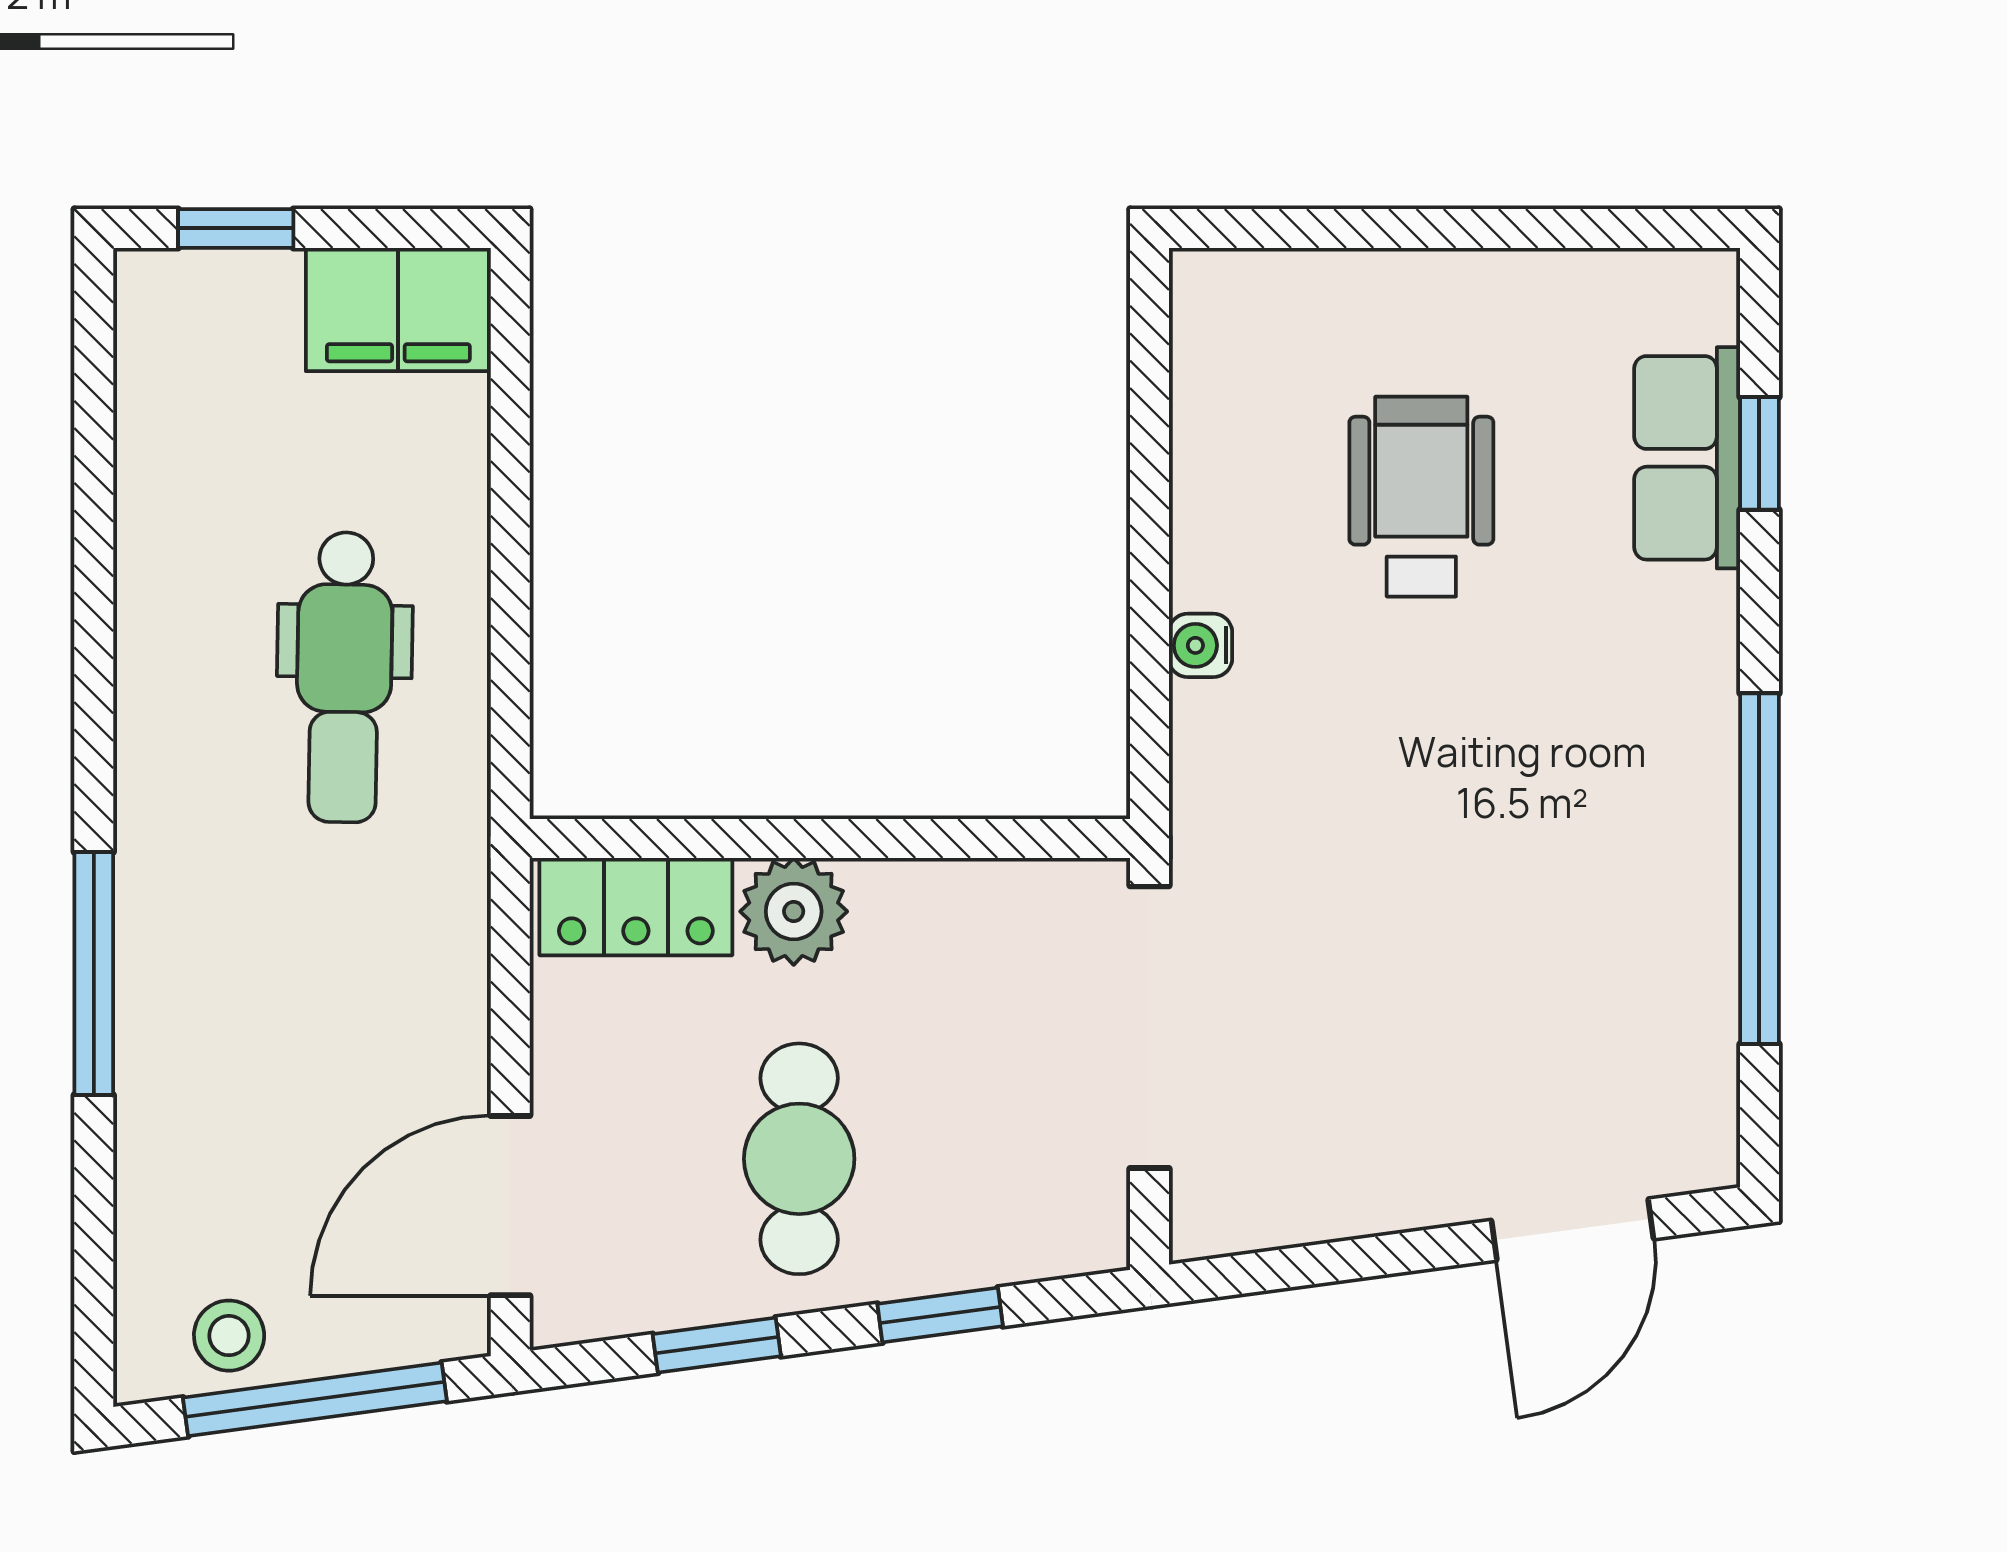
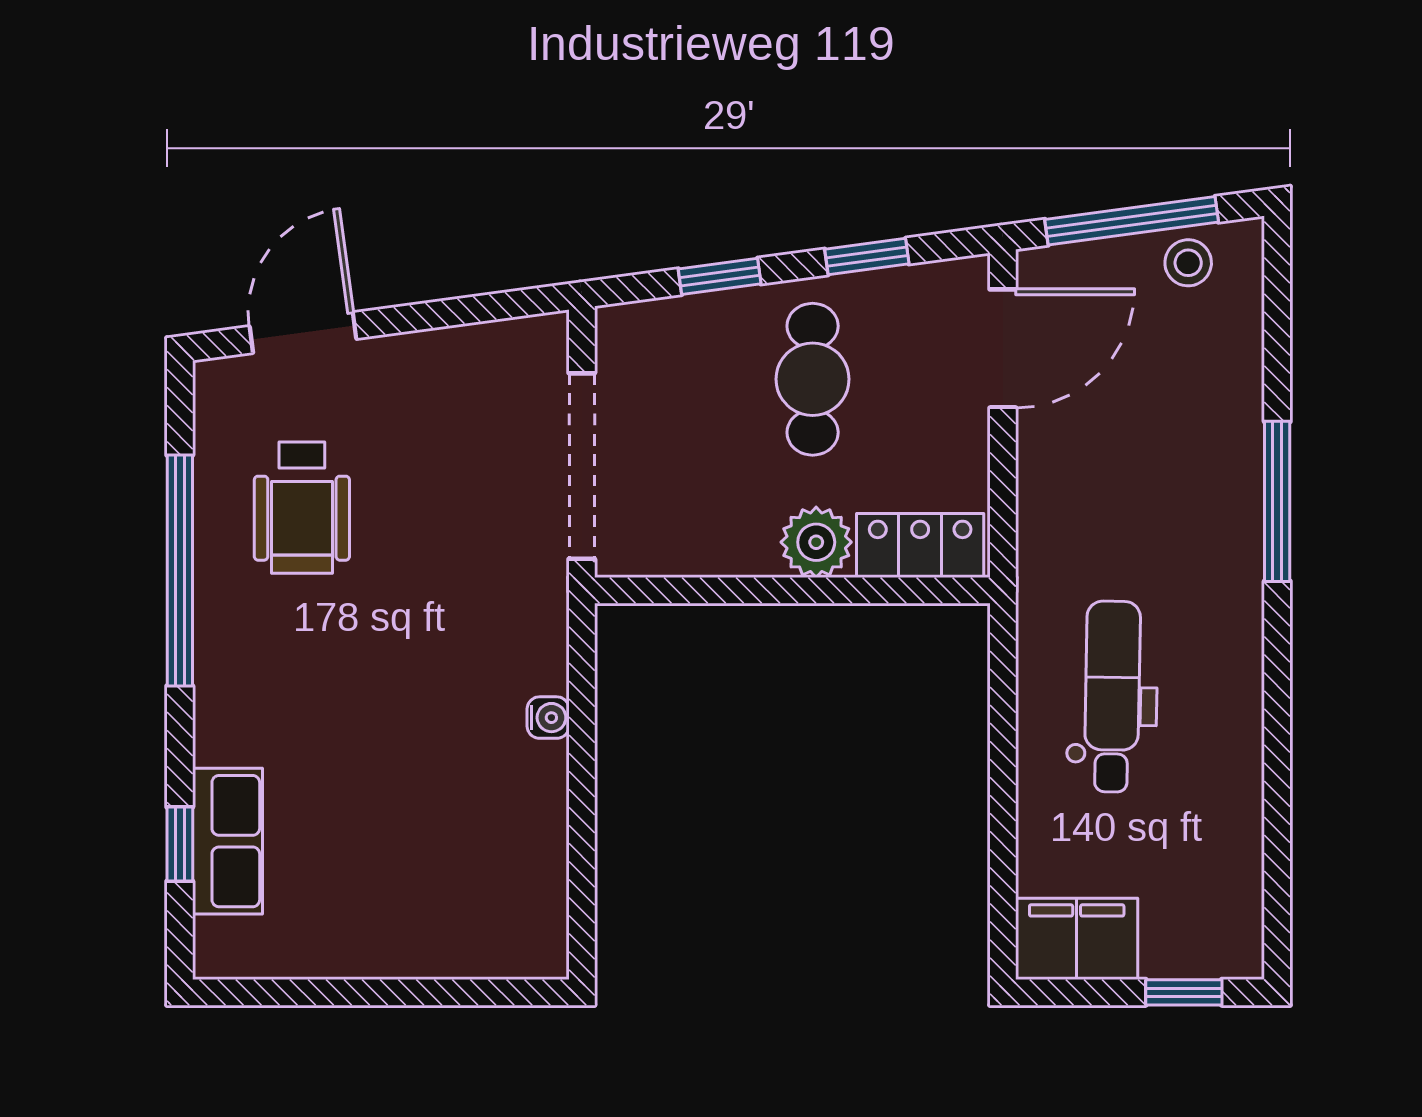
wheelchair: (1421, 497) -> (302, 508), moved

